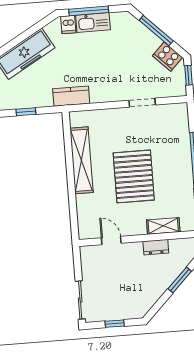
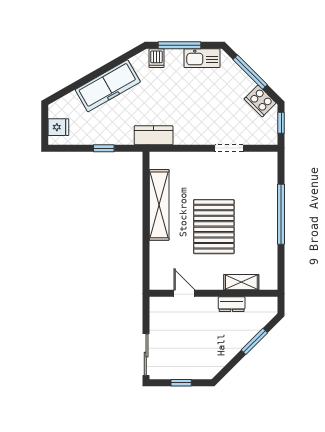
kitchen sink: (93, 22) -> (202, 58), moved

